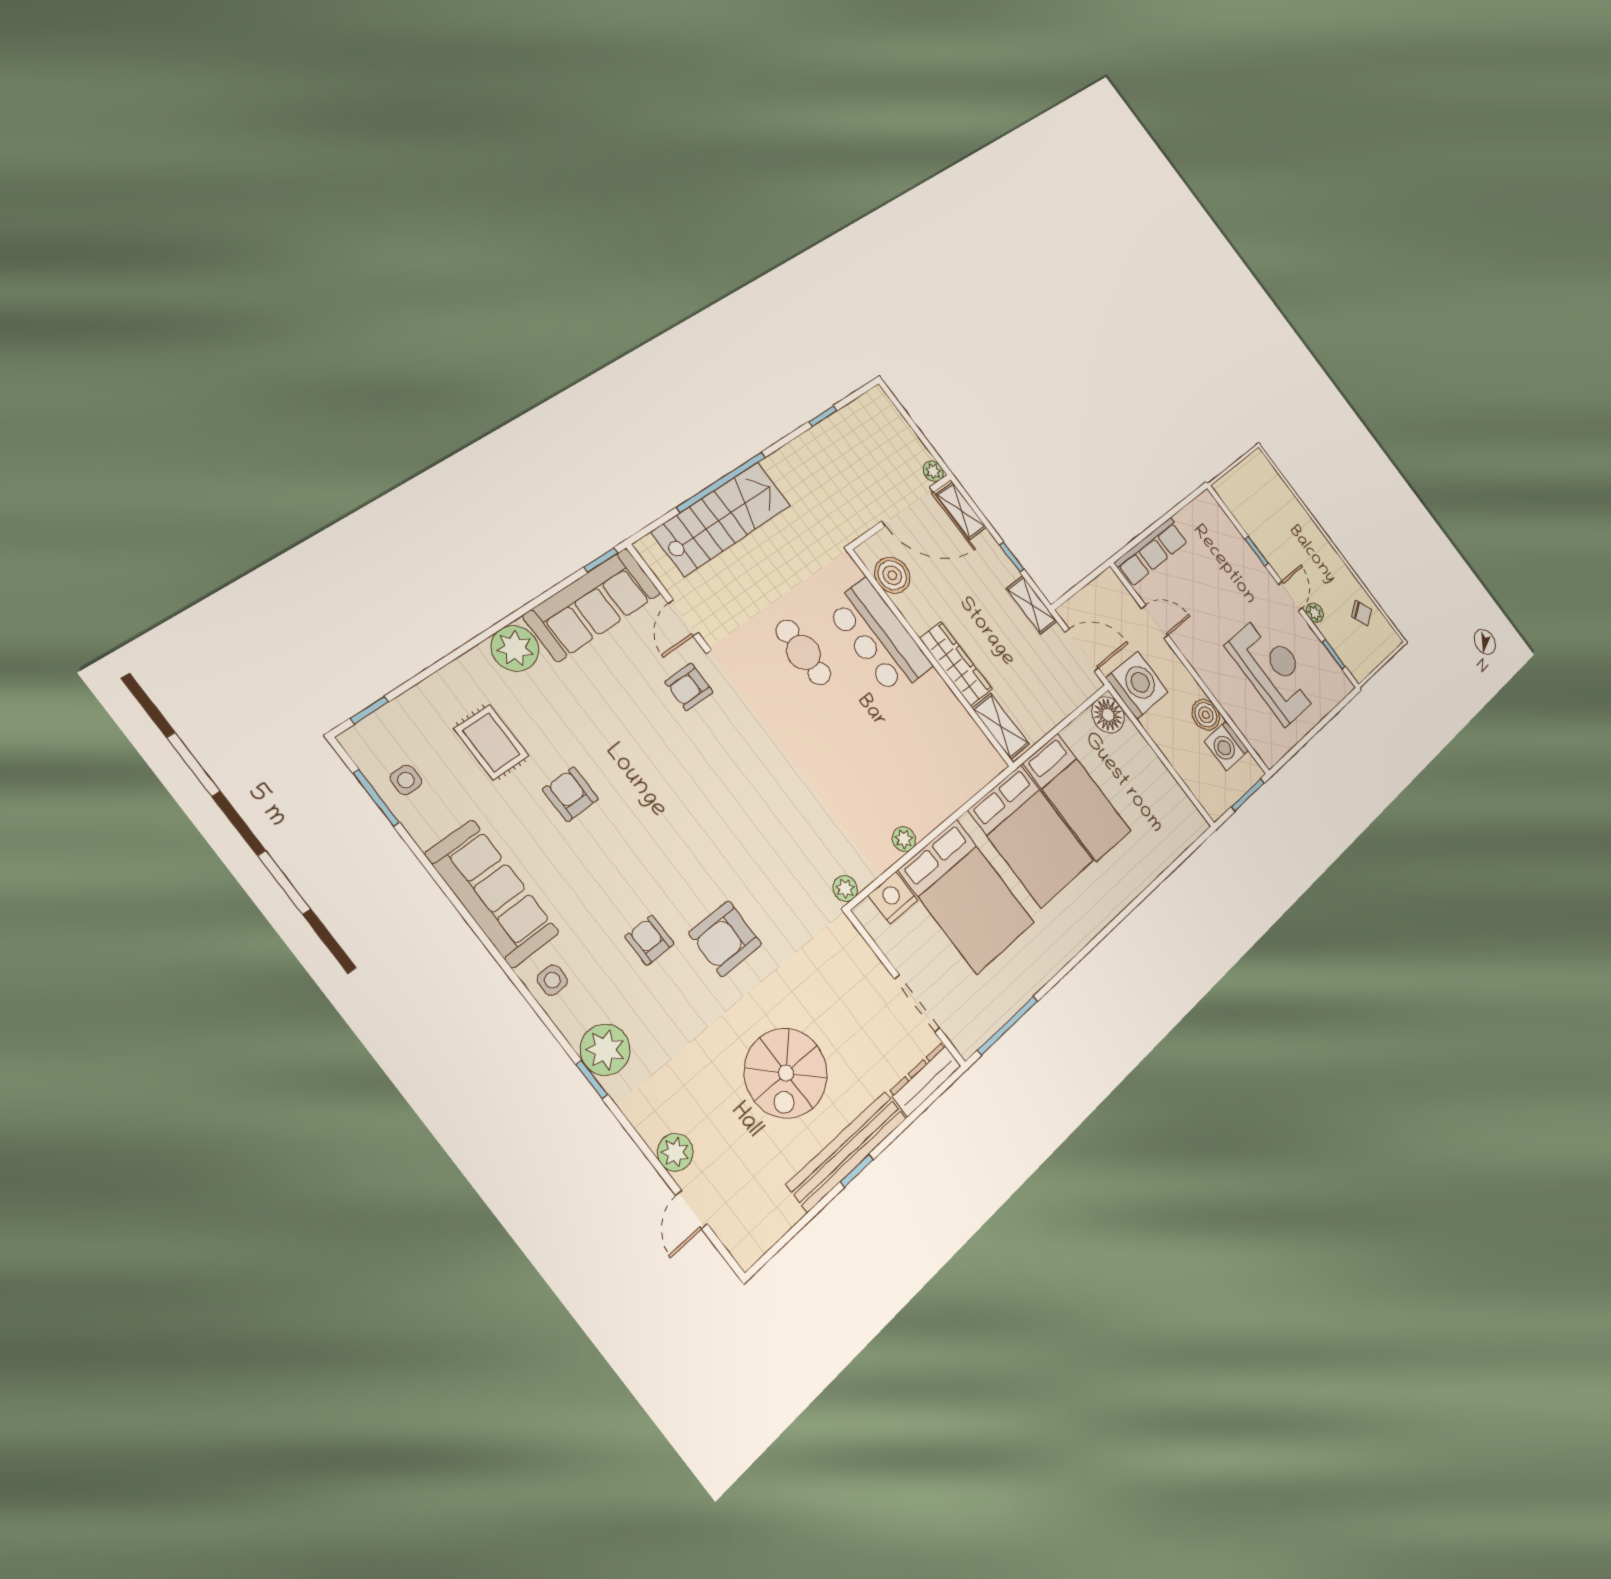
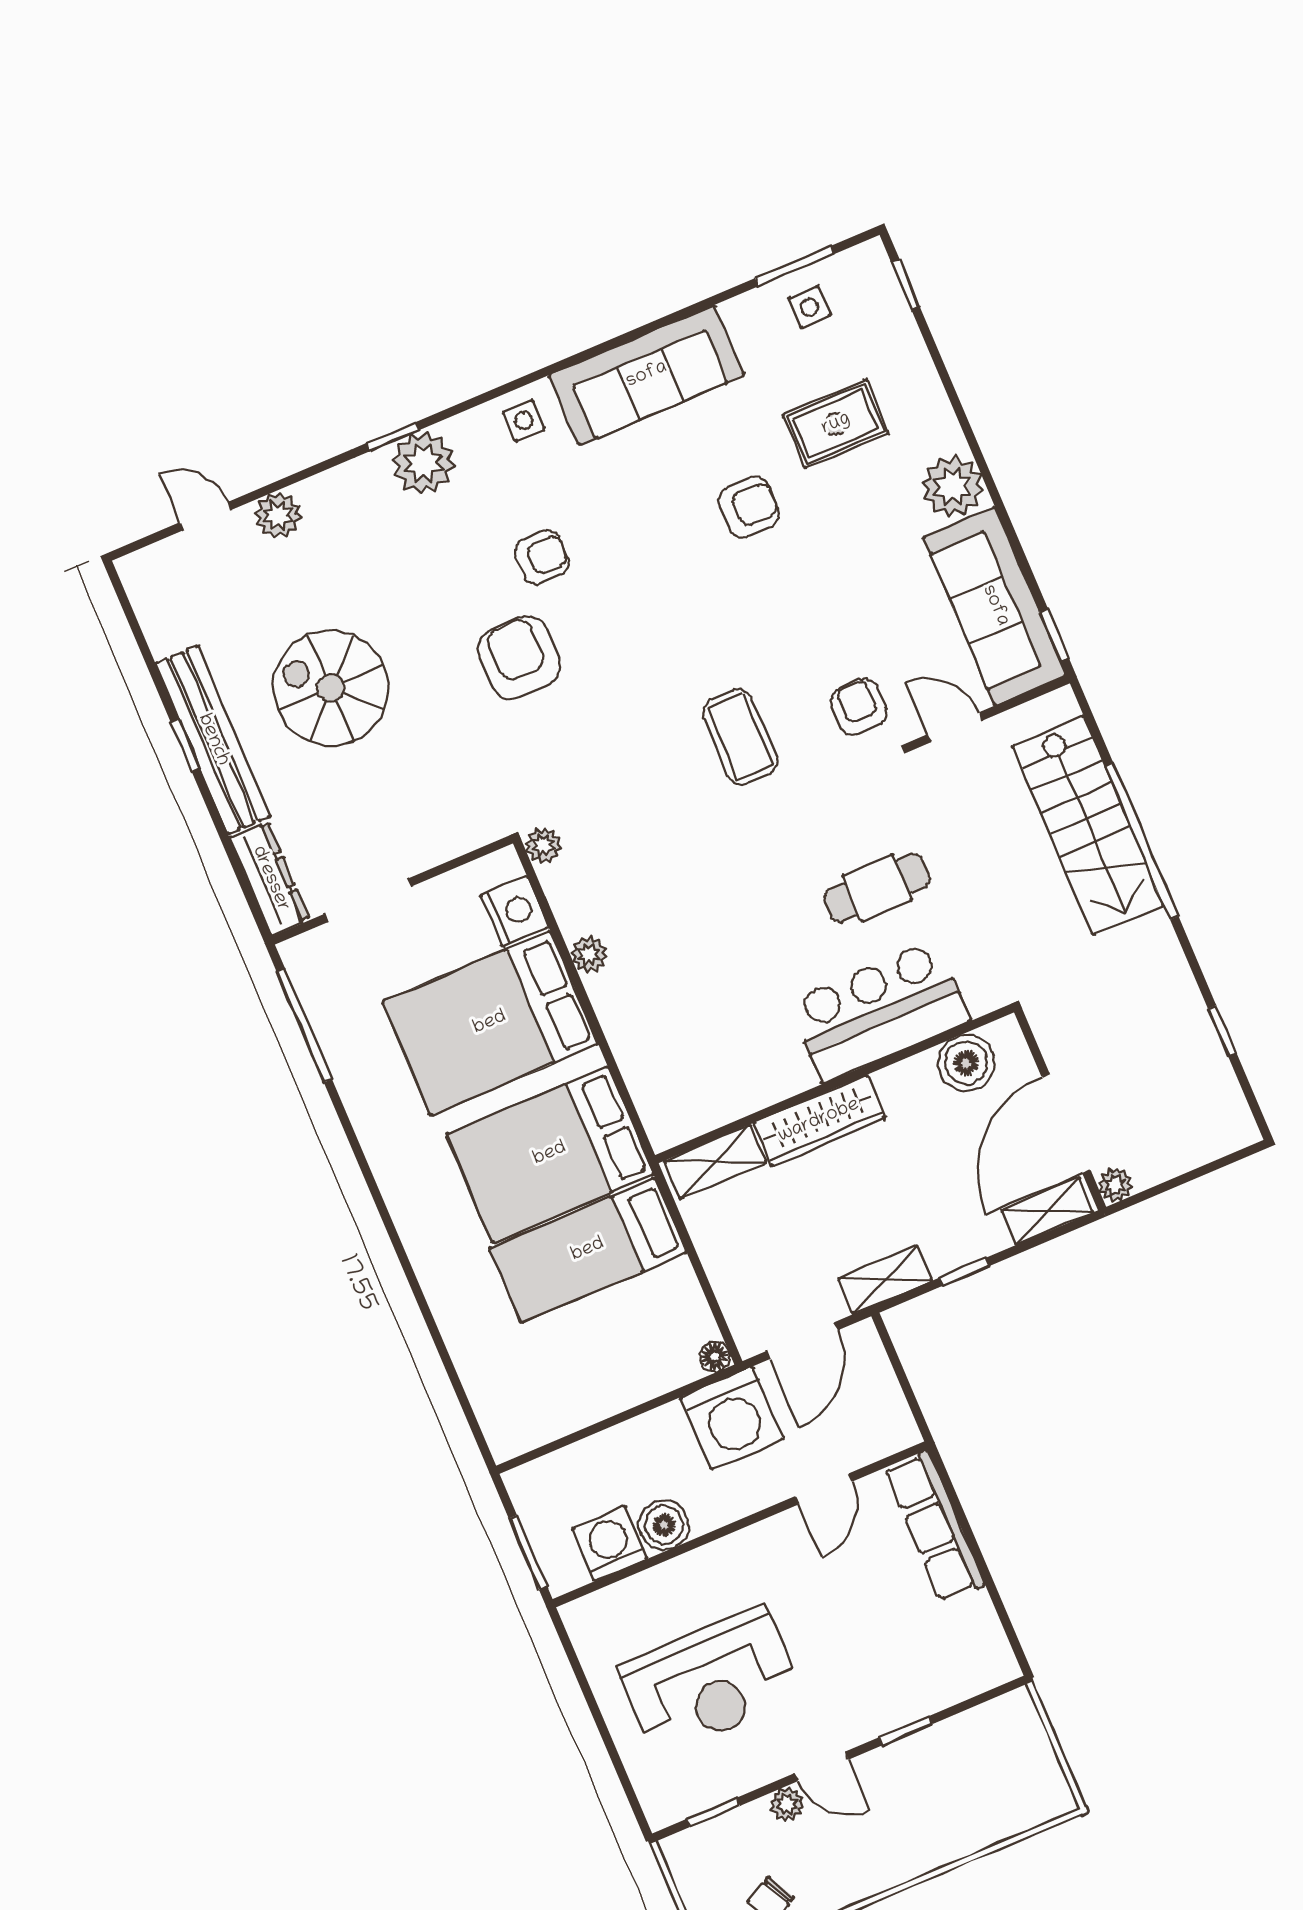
floor lamp: (1108, 715) -> (715, 1357), width x0.53, depth x0.53
coffee table: (733, 766) -> (740, 737), added

